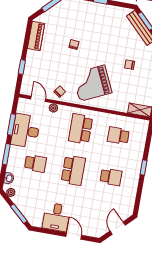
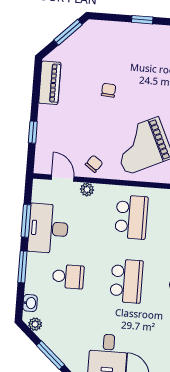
school desk: (81, 129) -> (131, 217), turned 180

